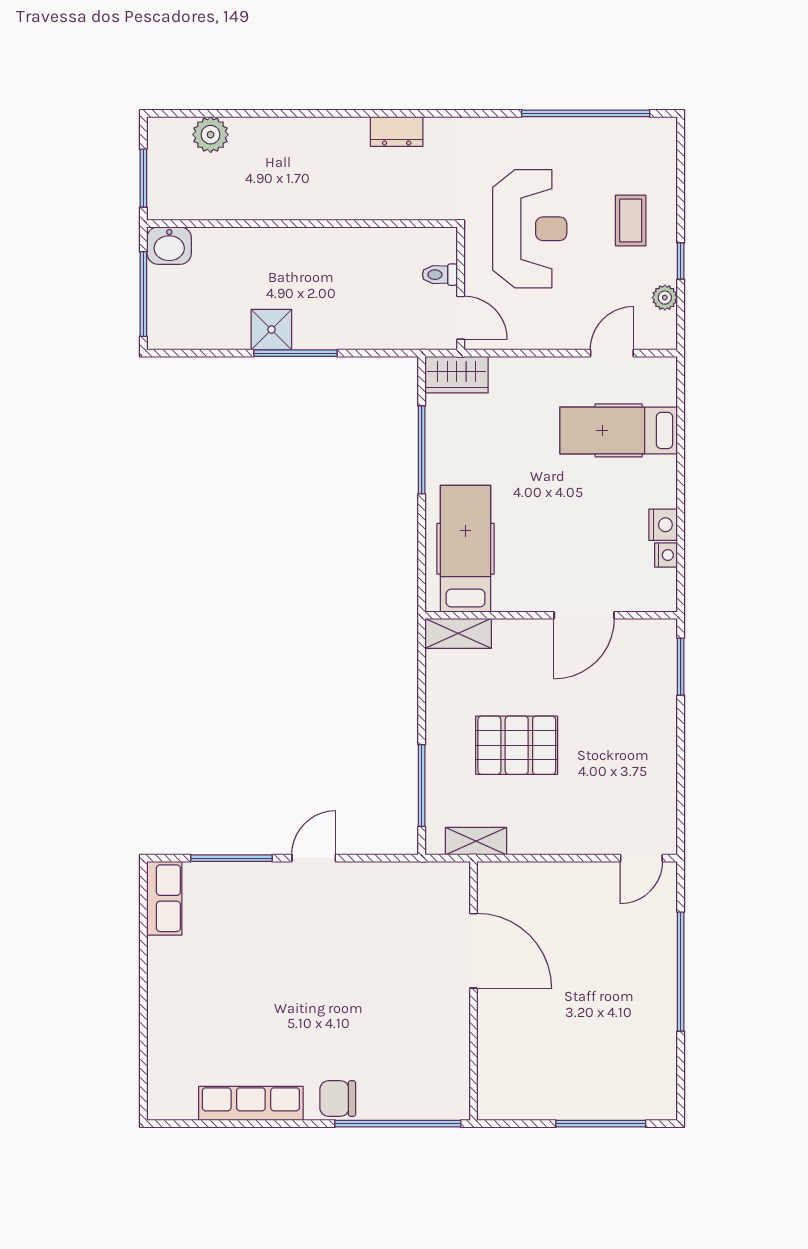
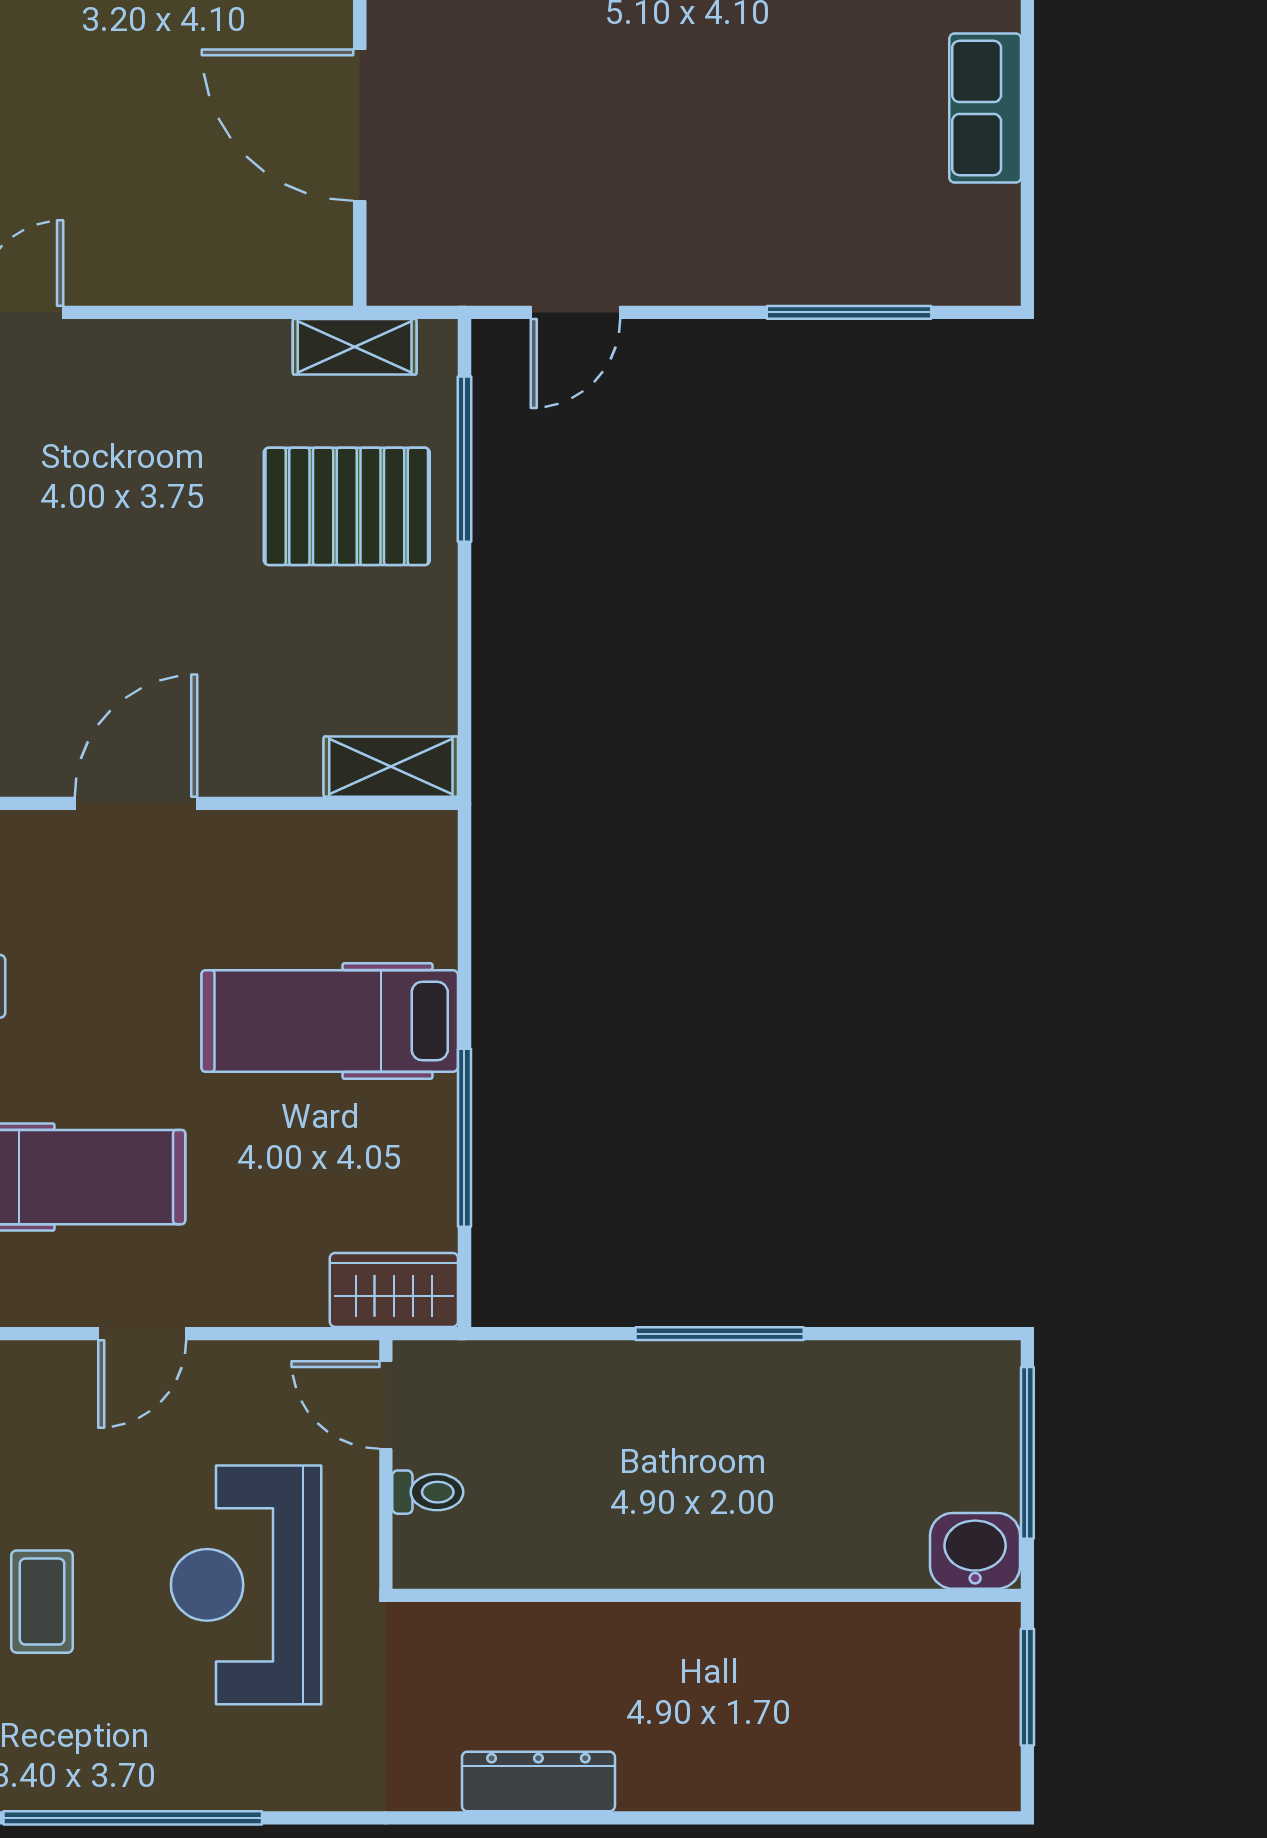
dresser: (397, 131) -> (538, 1782), width x1.44
plant: (211, 135) -> (891, 1775), removed
shower: (271, 330) -> (768, 1381), removed
door: (612, 353) -> (142, 1334), moved
hospital bed: (466, 549) -> (330, 1021), moved, turned 90
pallet: (517, 745) -> (347, 506), moved
door: (314, 858) -> (575, 312), moved
row of seats: (164, 898) -> (985, 108), moved

